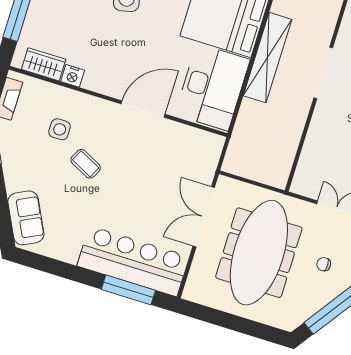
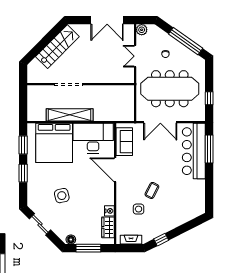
sofa: (26, 218) -> (124, 142), moved, turned 117
window: (220, 318) -> (209, 98), added

